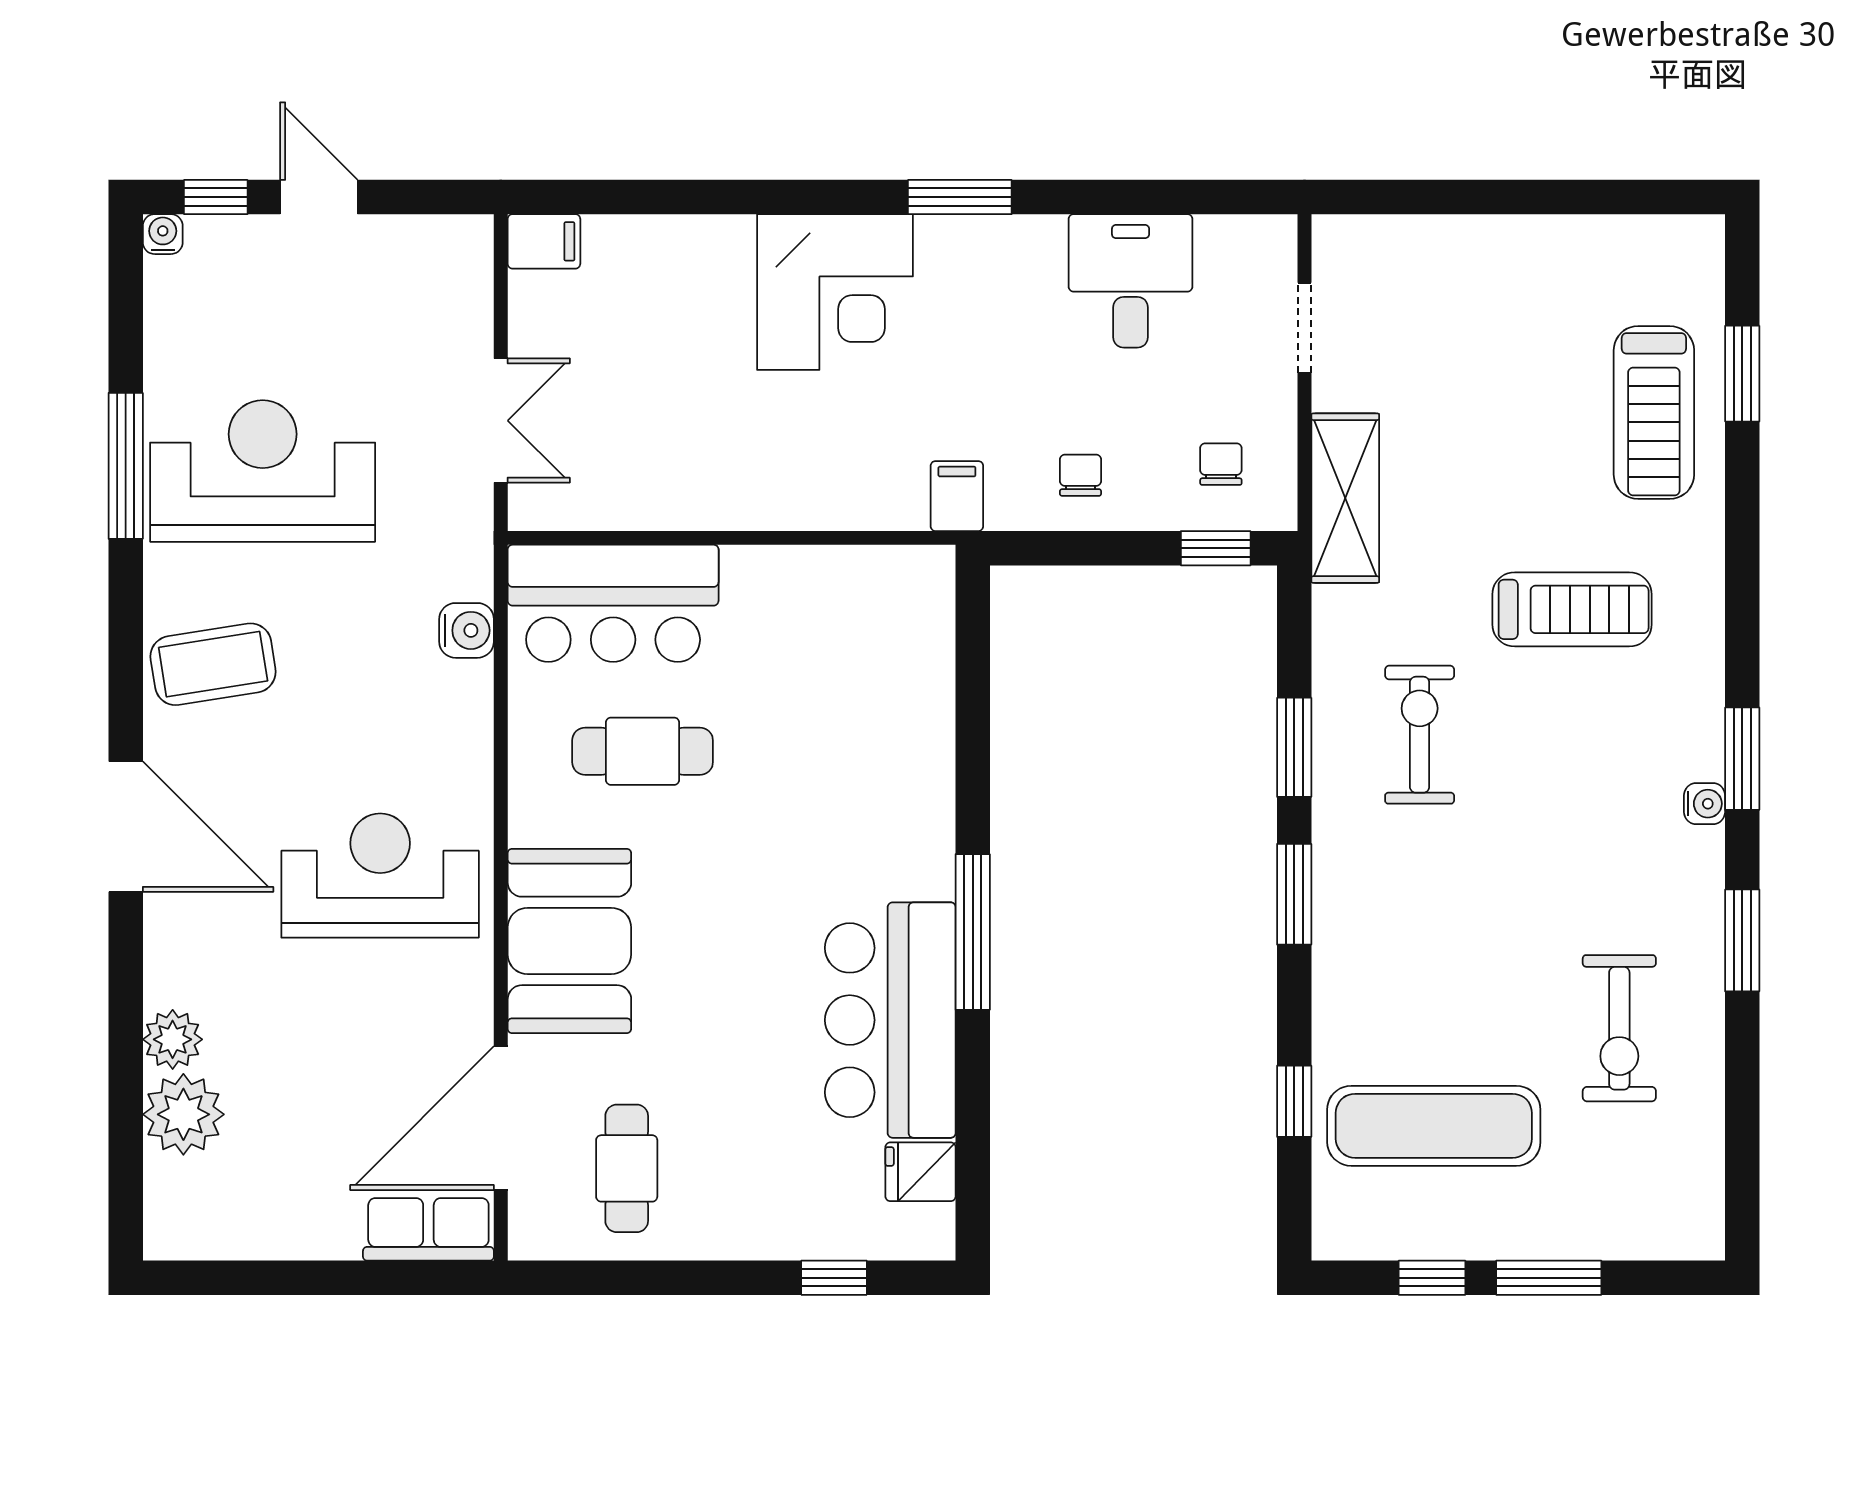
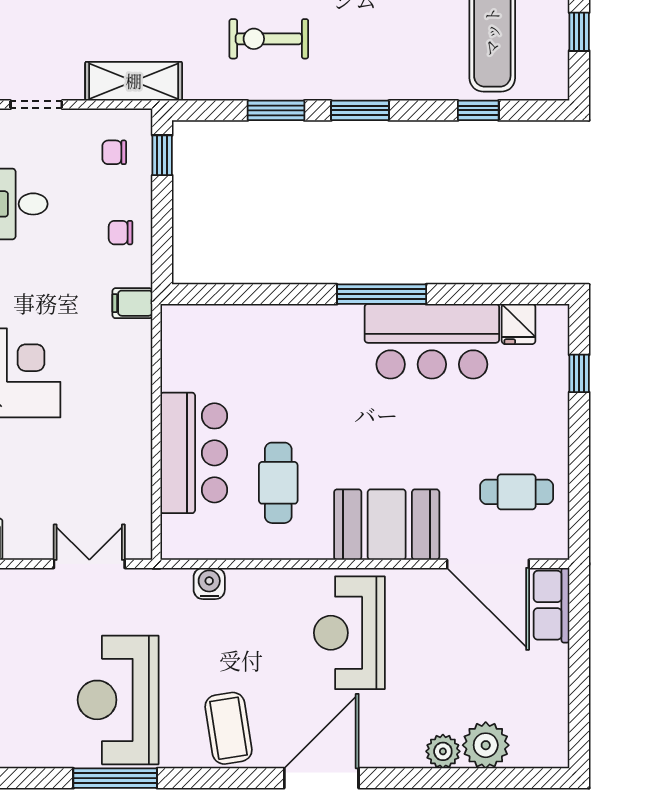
bar counter: (613, 603) -> (194, 453), moved

